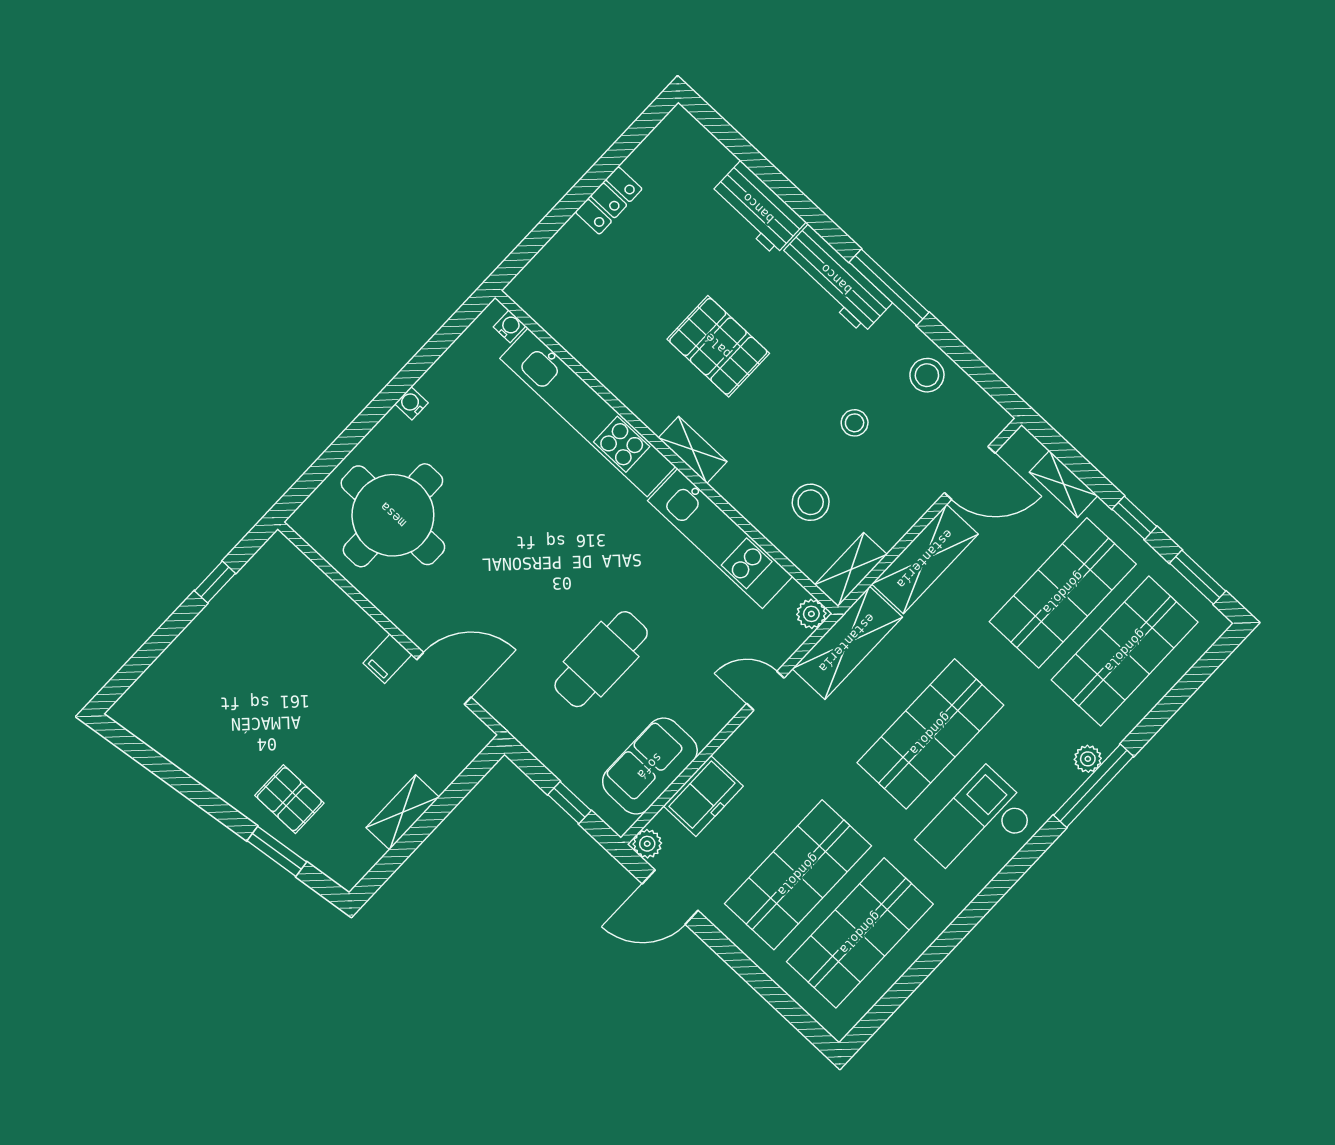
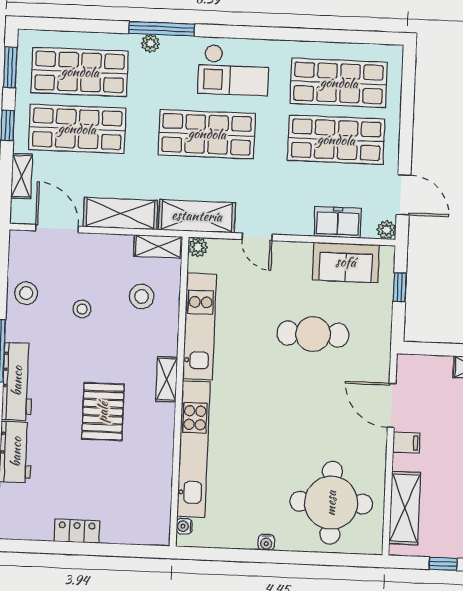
shelving: (315, 593) -> (405, 508), added

